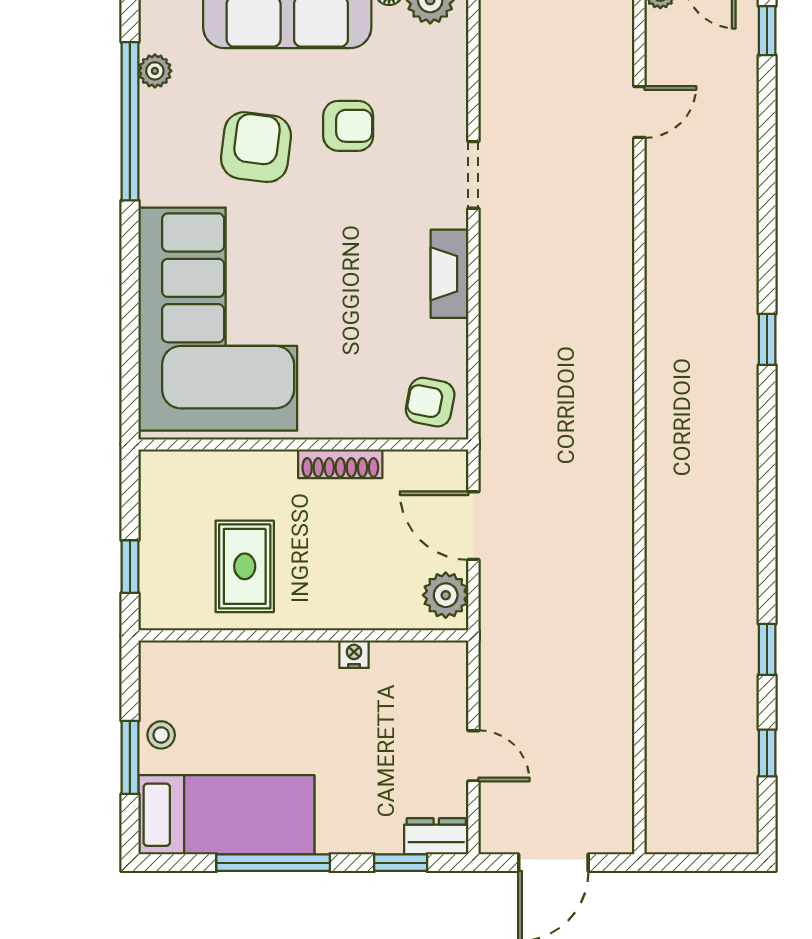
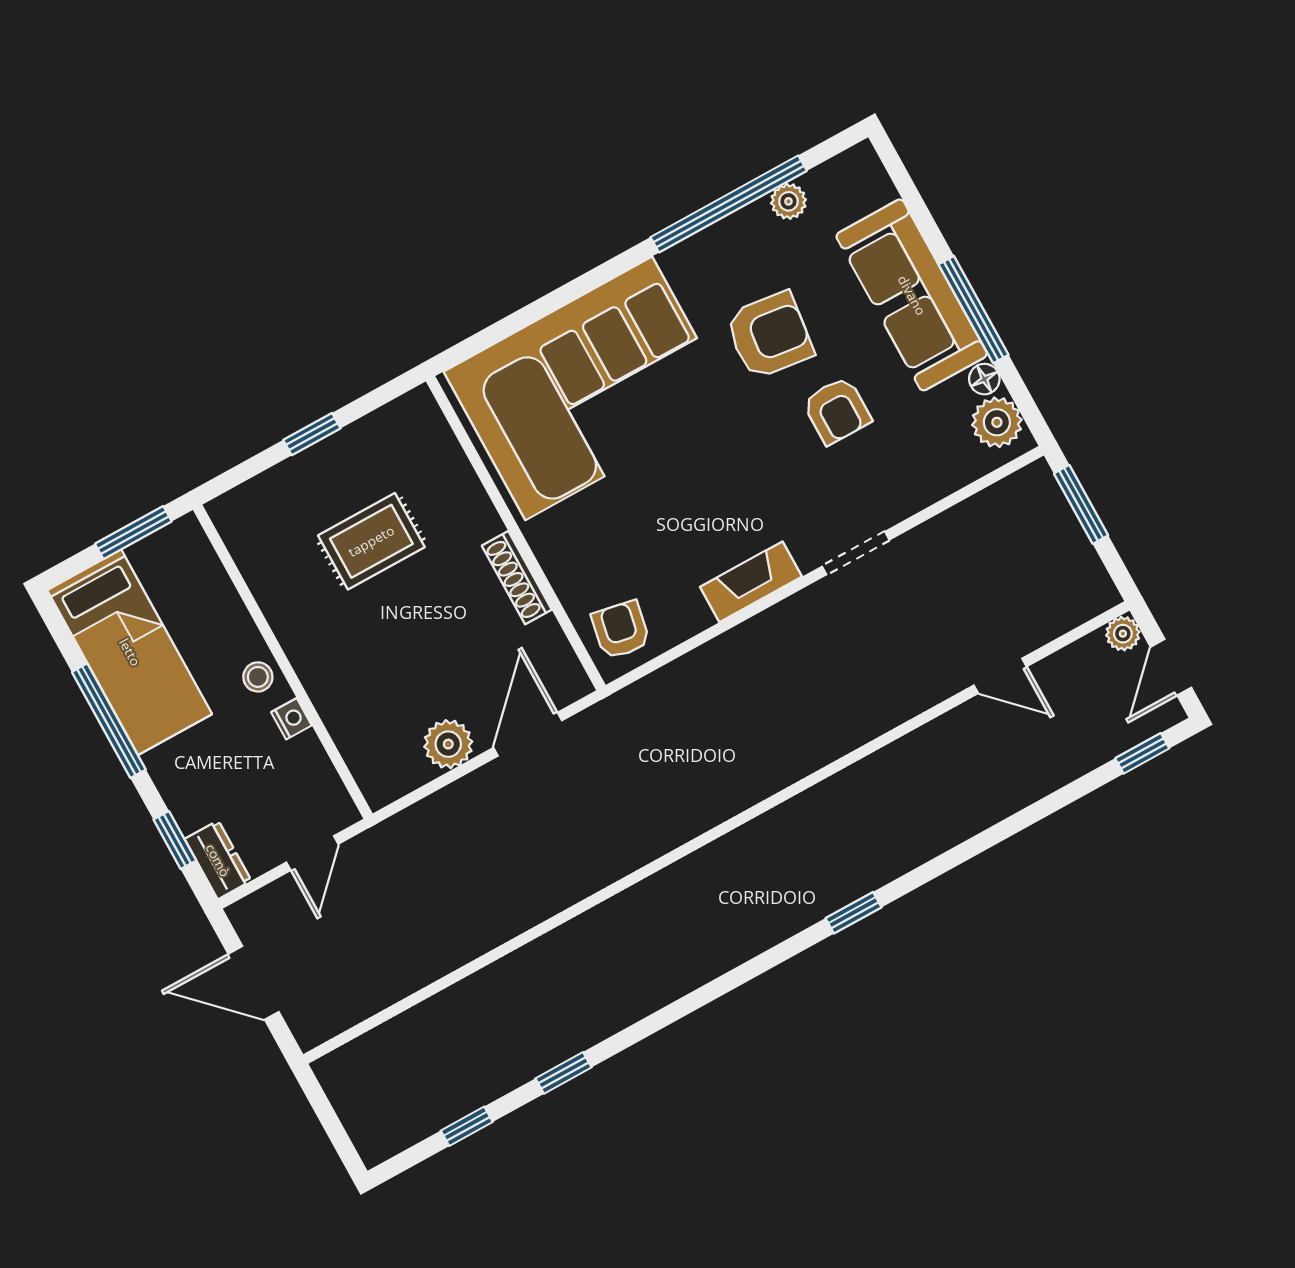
wall: (303, 635) -> (283, 662), moved
nightstand: (354, 654) -> (291, 719), moved
stool: (161, 735) -> (258, 677), moved

